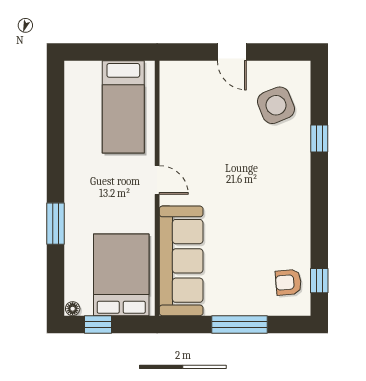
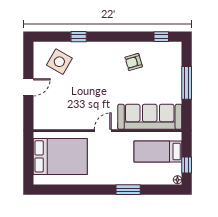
side table: (276, 105) -> (59, 62), turned -38
bed: (123, 107) -> (60, 156), width x1.50
bed: (121, 275) -> (158, 152), width x0.67
armchair: (288, 282) -> (134, 62), moved, turned 79

